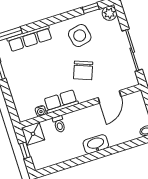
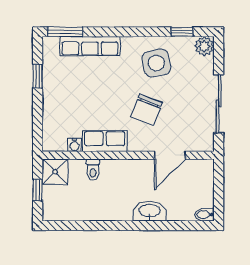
washbasin: (96, 144) -> (150, 211), moved

